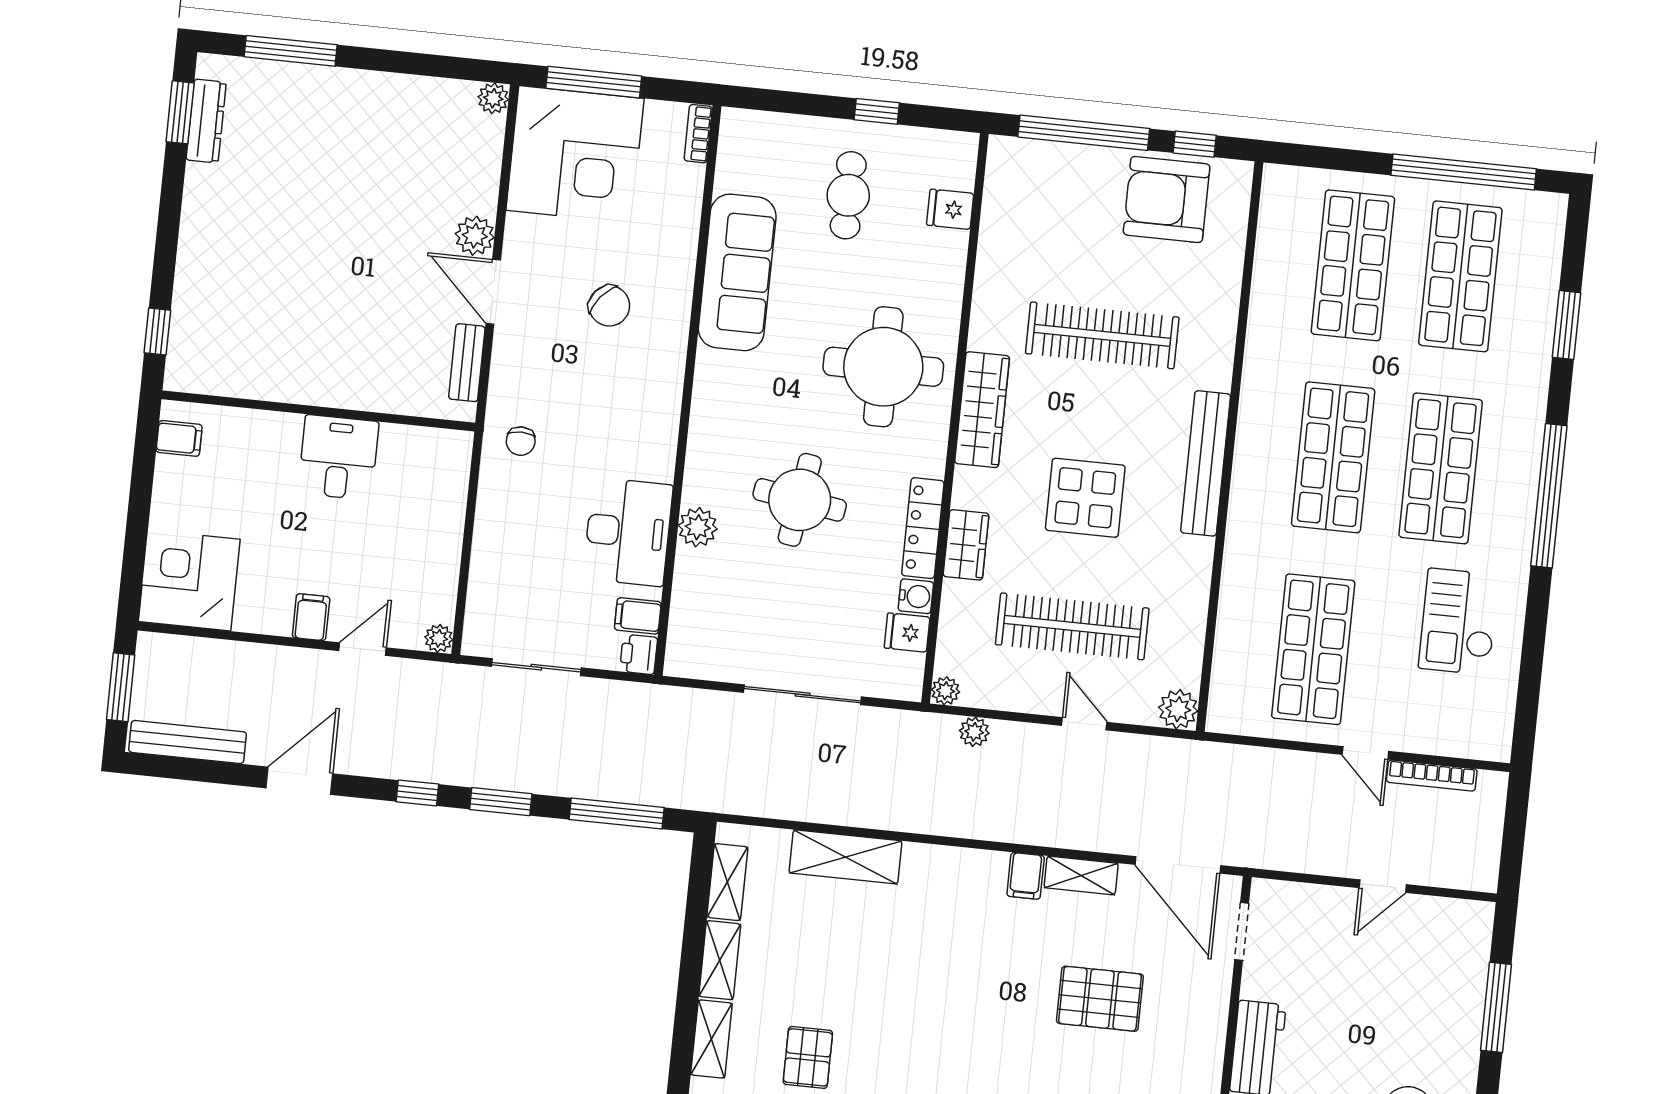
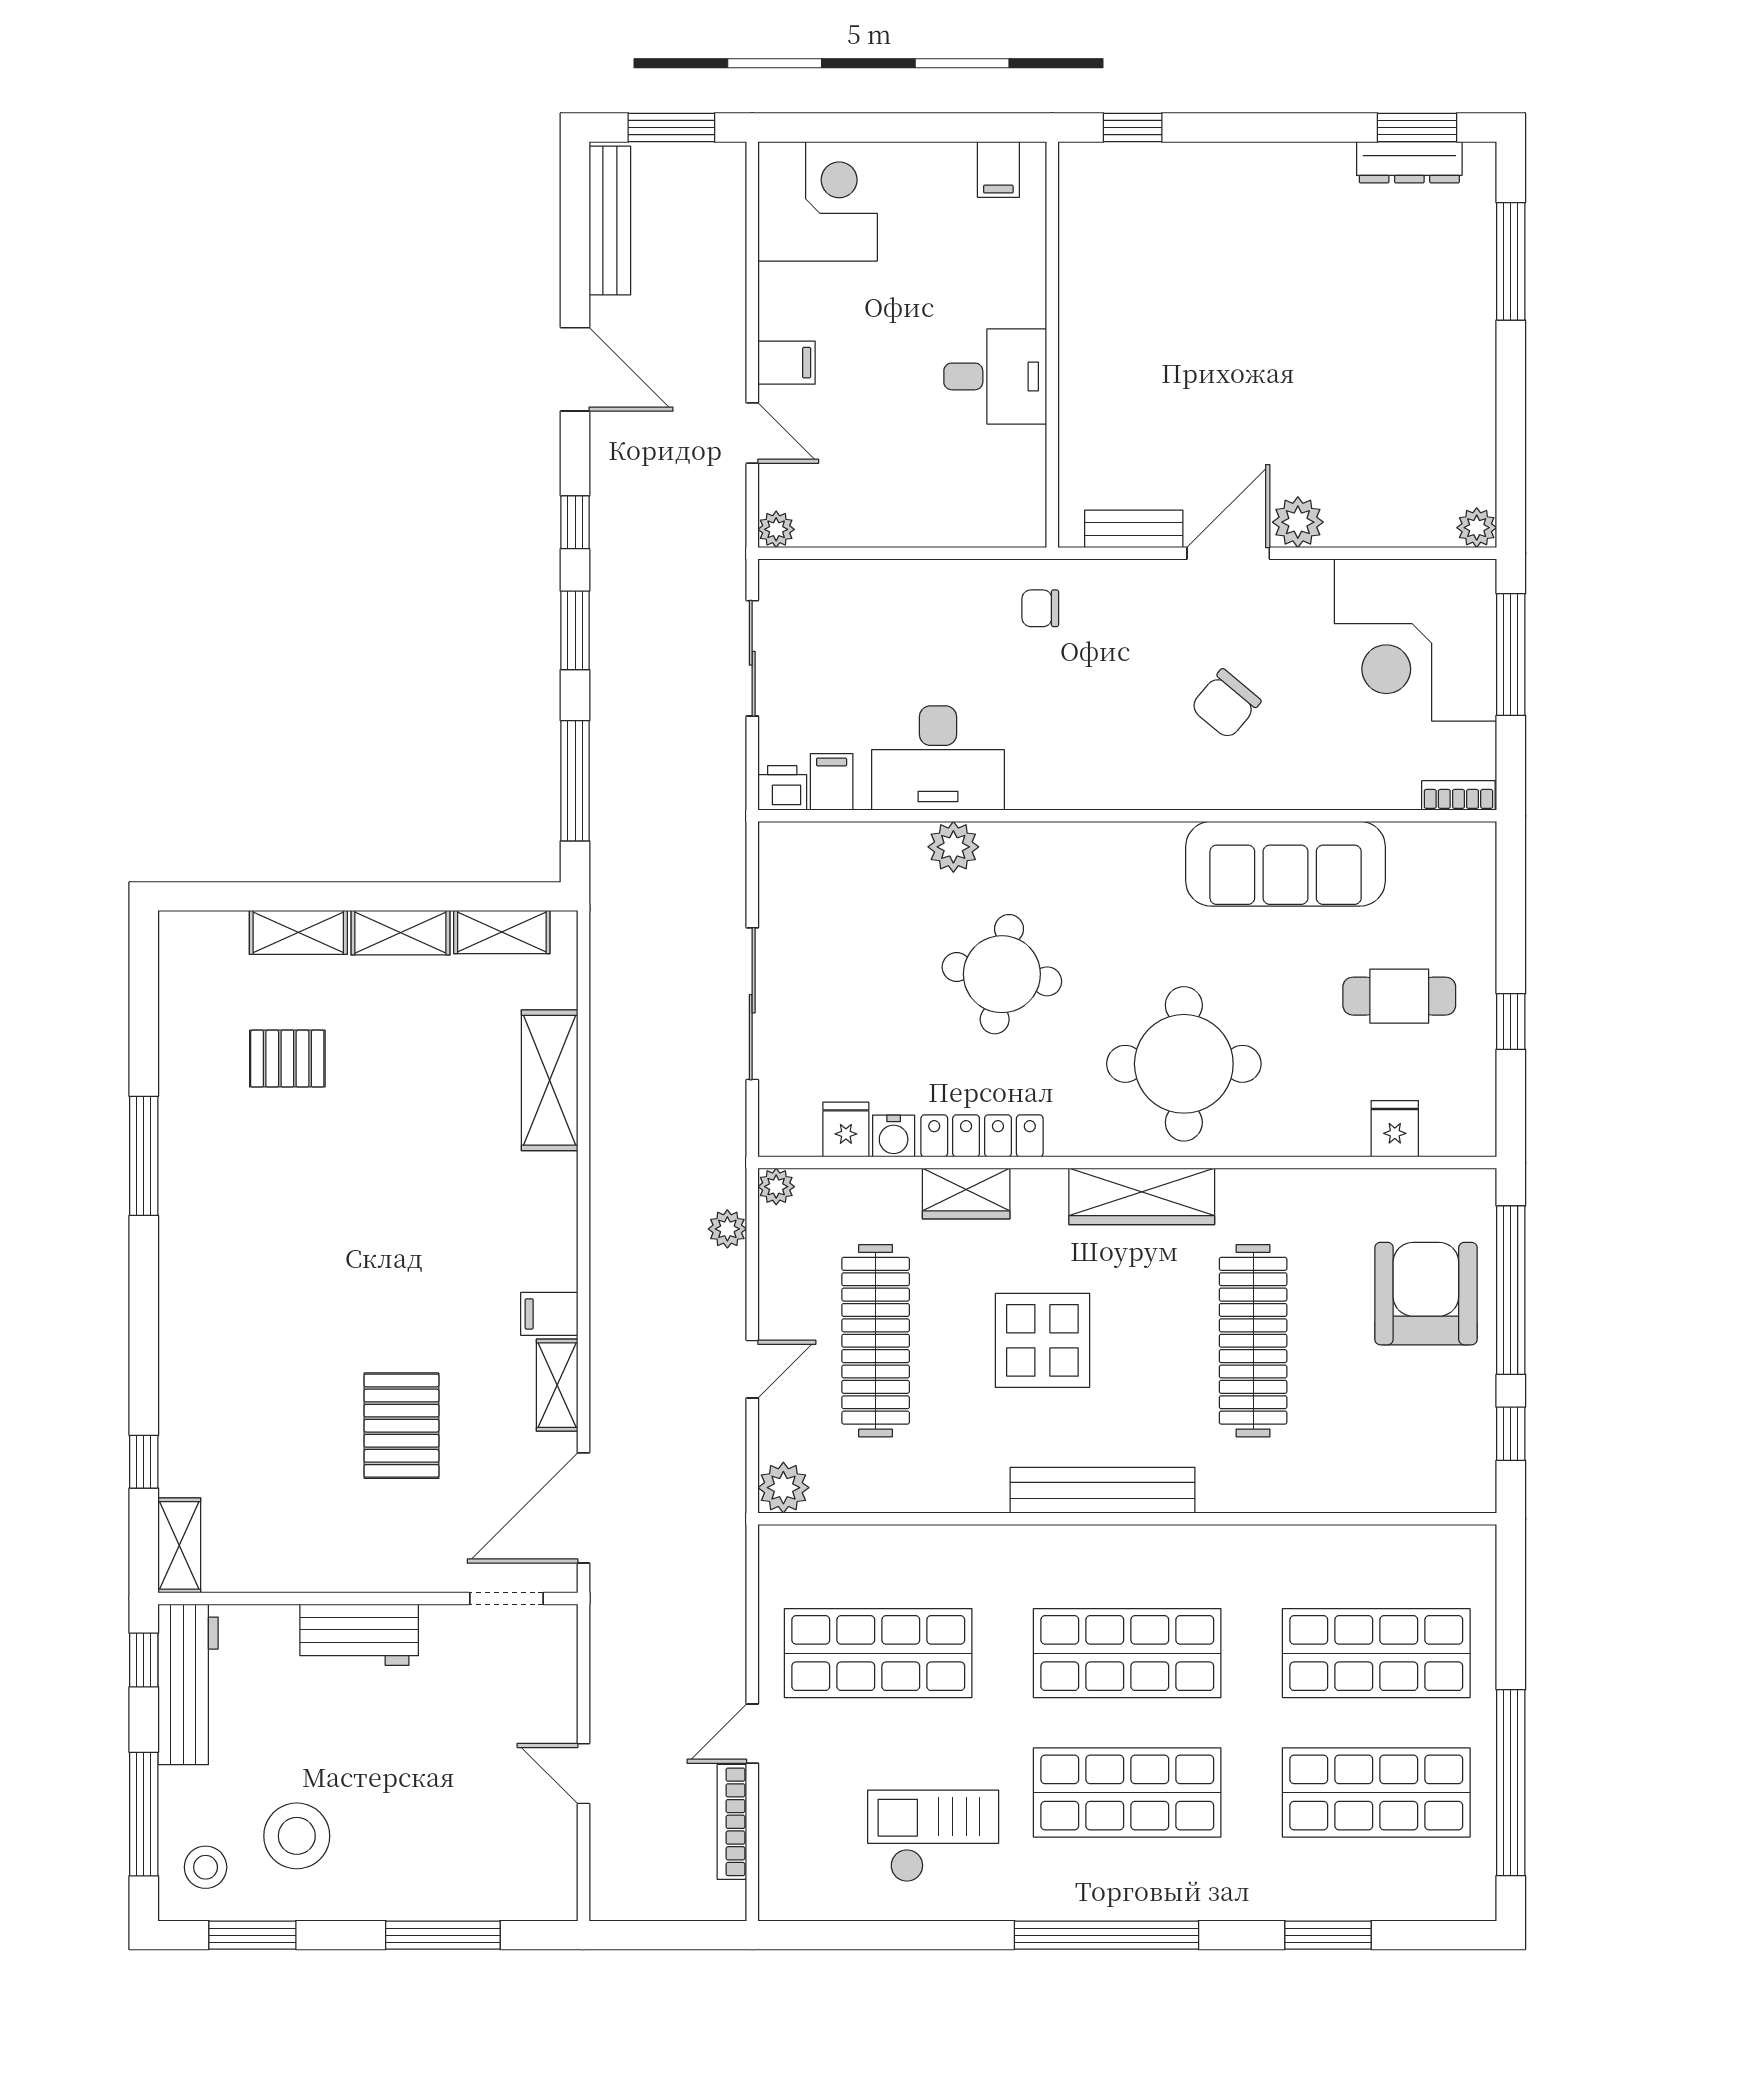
armchair: (1167, 199) -> (1426, 1294), moved

